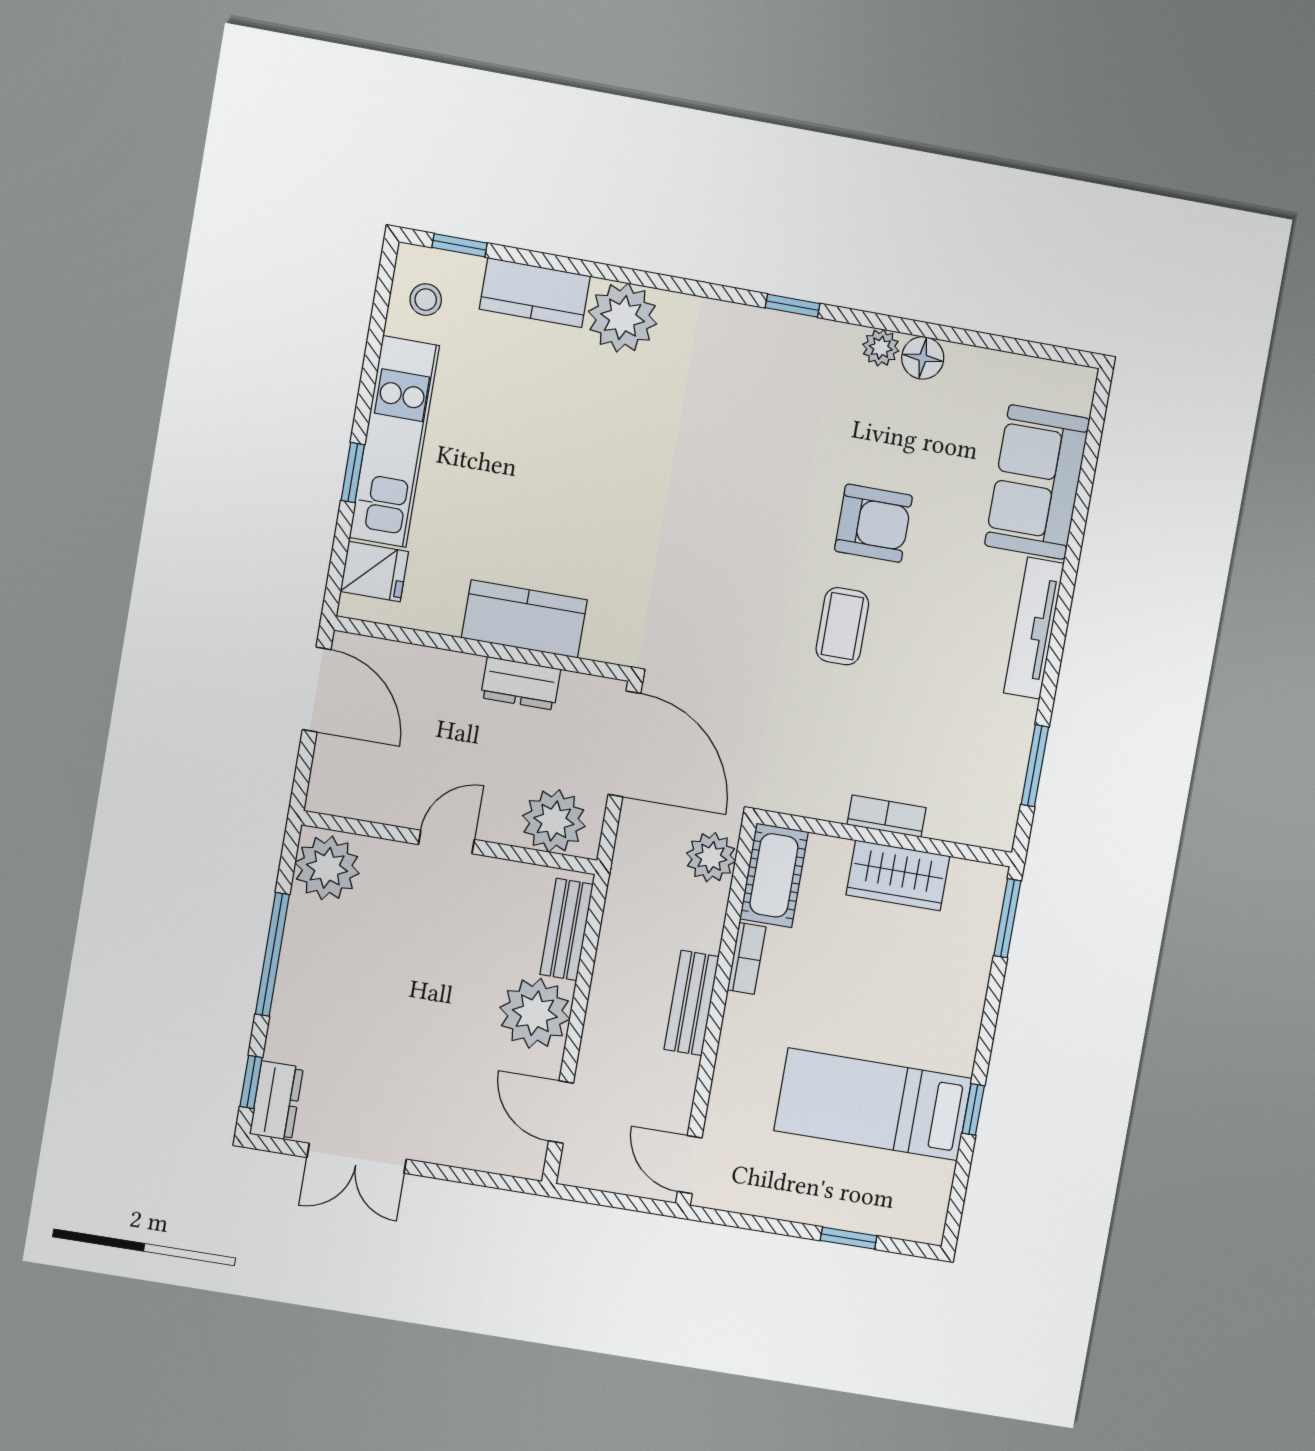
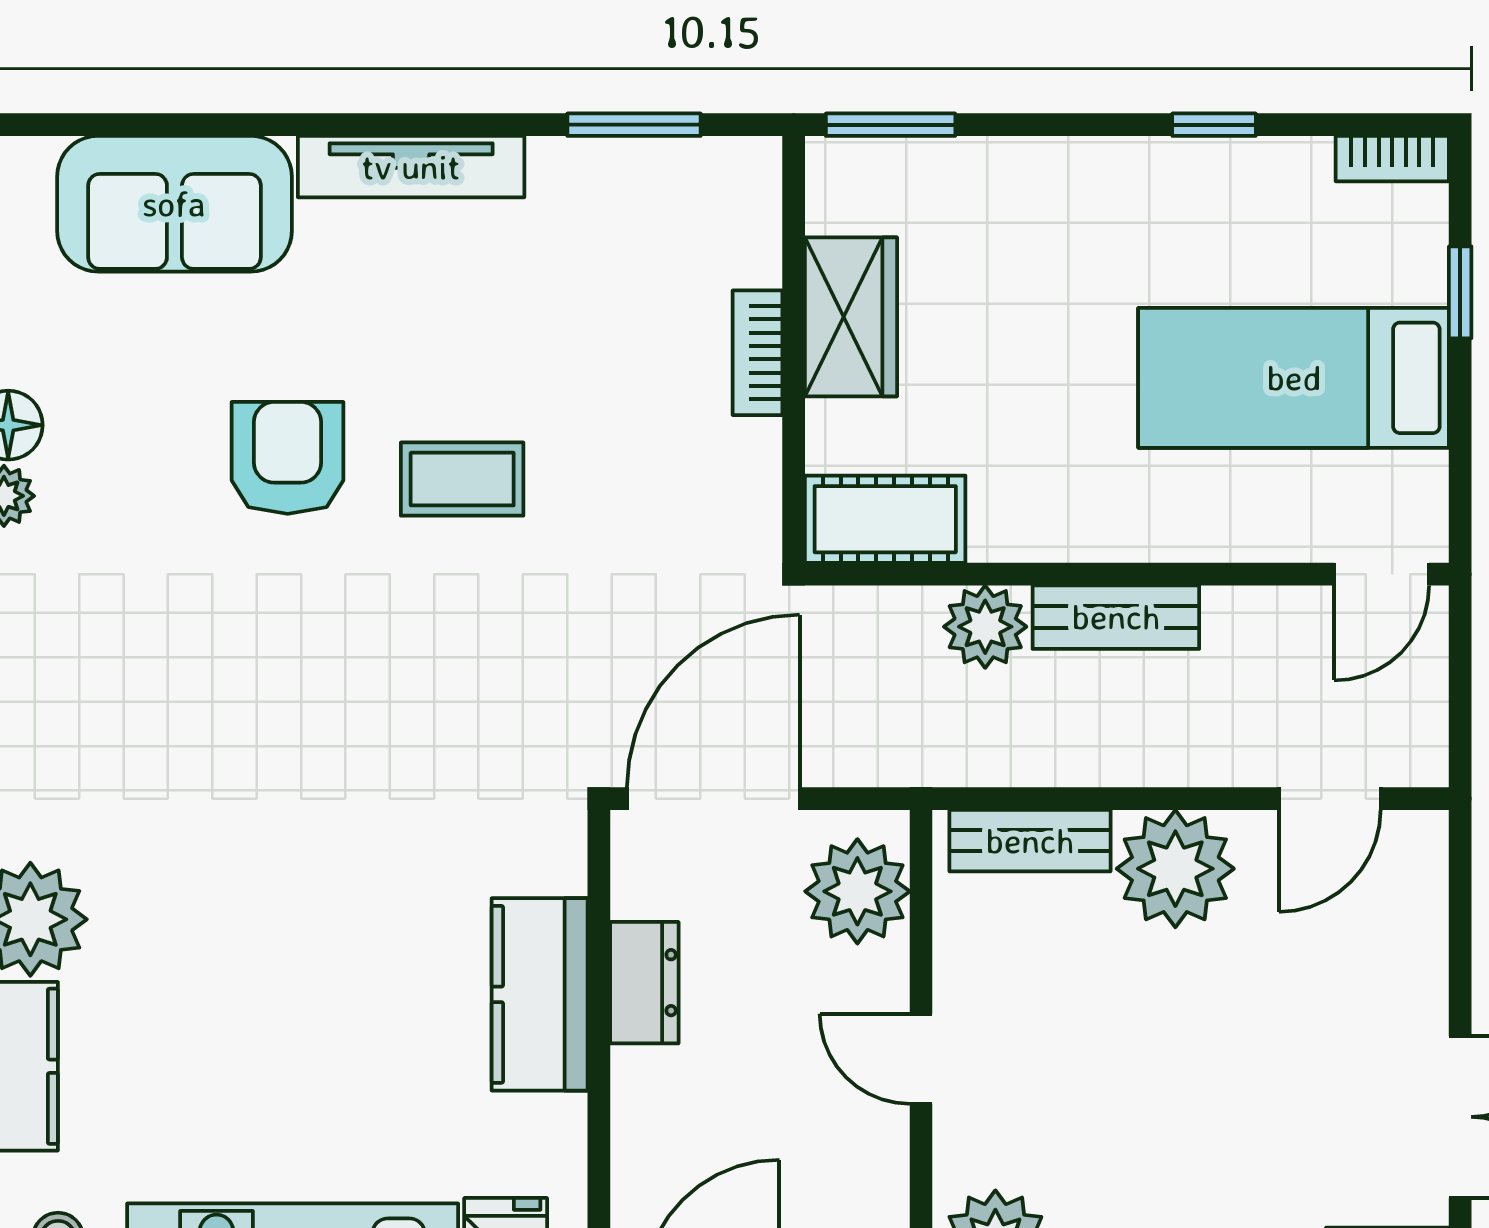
plant: (711, 857) -> (985, 627), moved
bookcase: (747, 958) -> (1392, 159), moved, turned 180
bed: (873, 1104) -> (1294, 378), moved, turned 90

